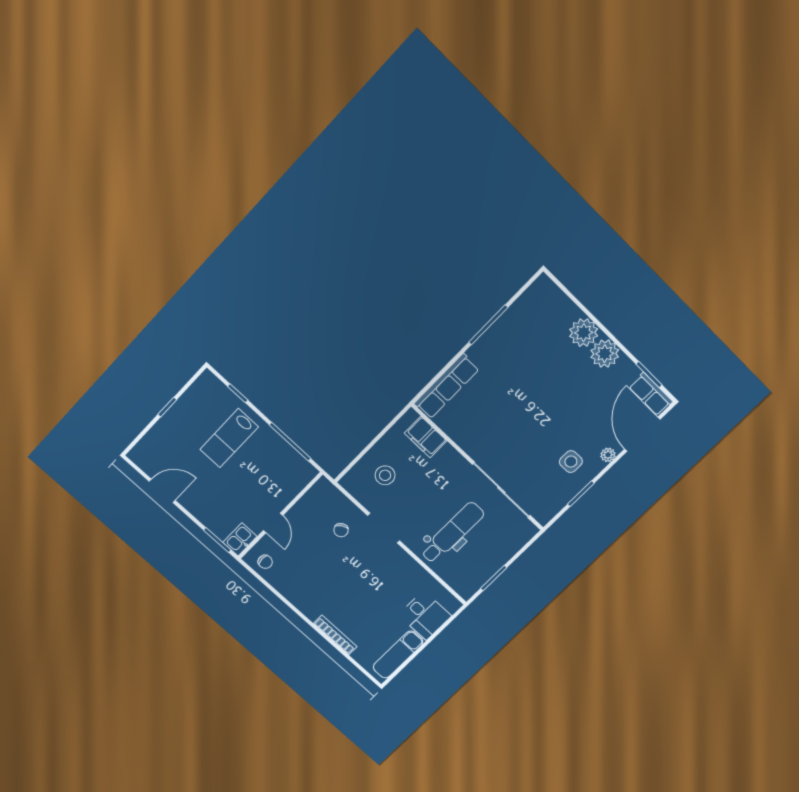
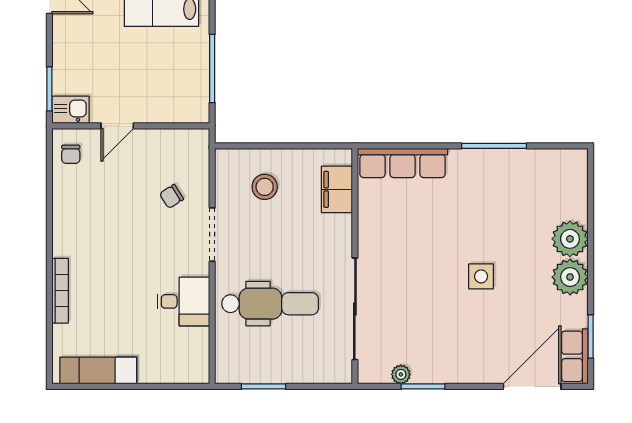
plant: (608, 455) -> (401, 374), moved
side table: (571, 462) -> (481, 276), moved
desk: (425, 615) -> (183, 301), moved, turned -90

